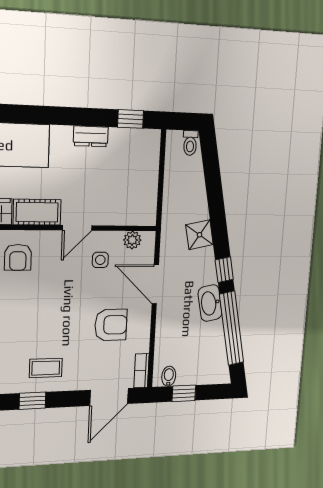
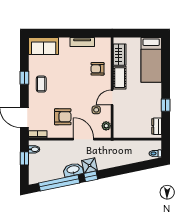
window: (131, 119) -> (166, 105), moved
dresser: (91, 136) -> (157, 126), moved
door: (77, 228) -> (112, 98), hinge flipped
shower: (200, 235) -> (90, 166), moved
door: (155, 284) -> (84, 139), hinge flipped
armchair: (111, 325) -> (63, 117), turned -90

